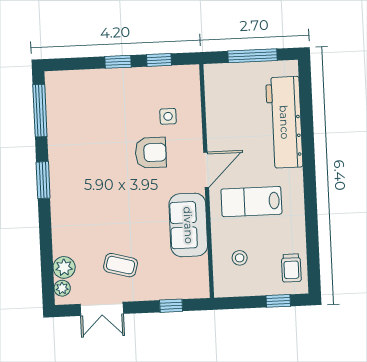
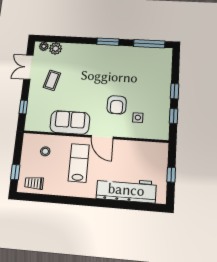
window: (252, 56) -> (171, 175), width x0.46

